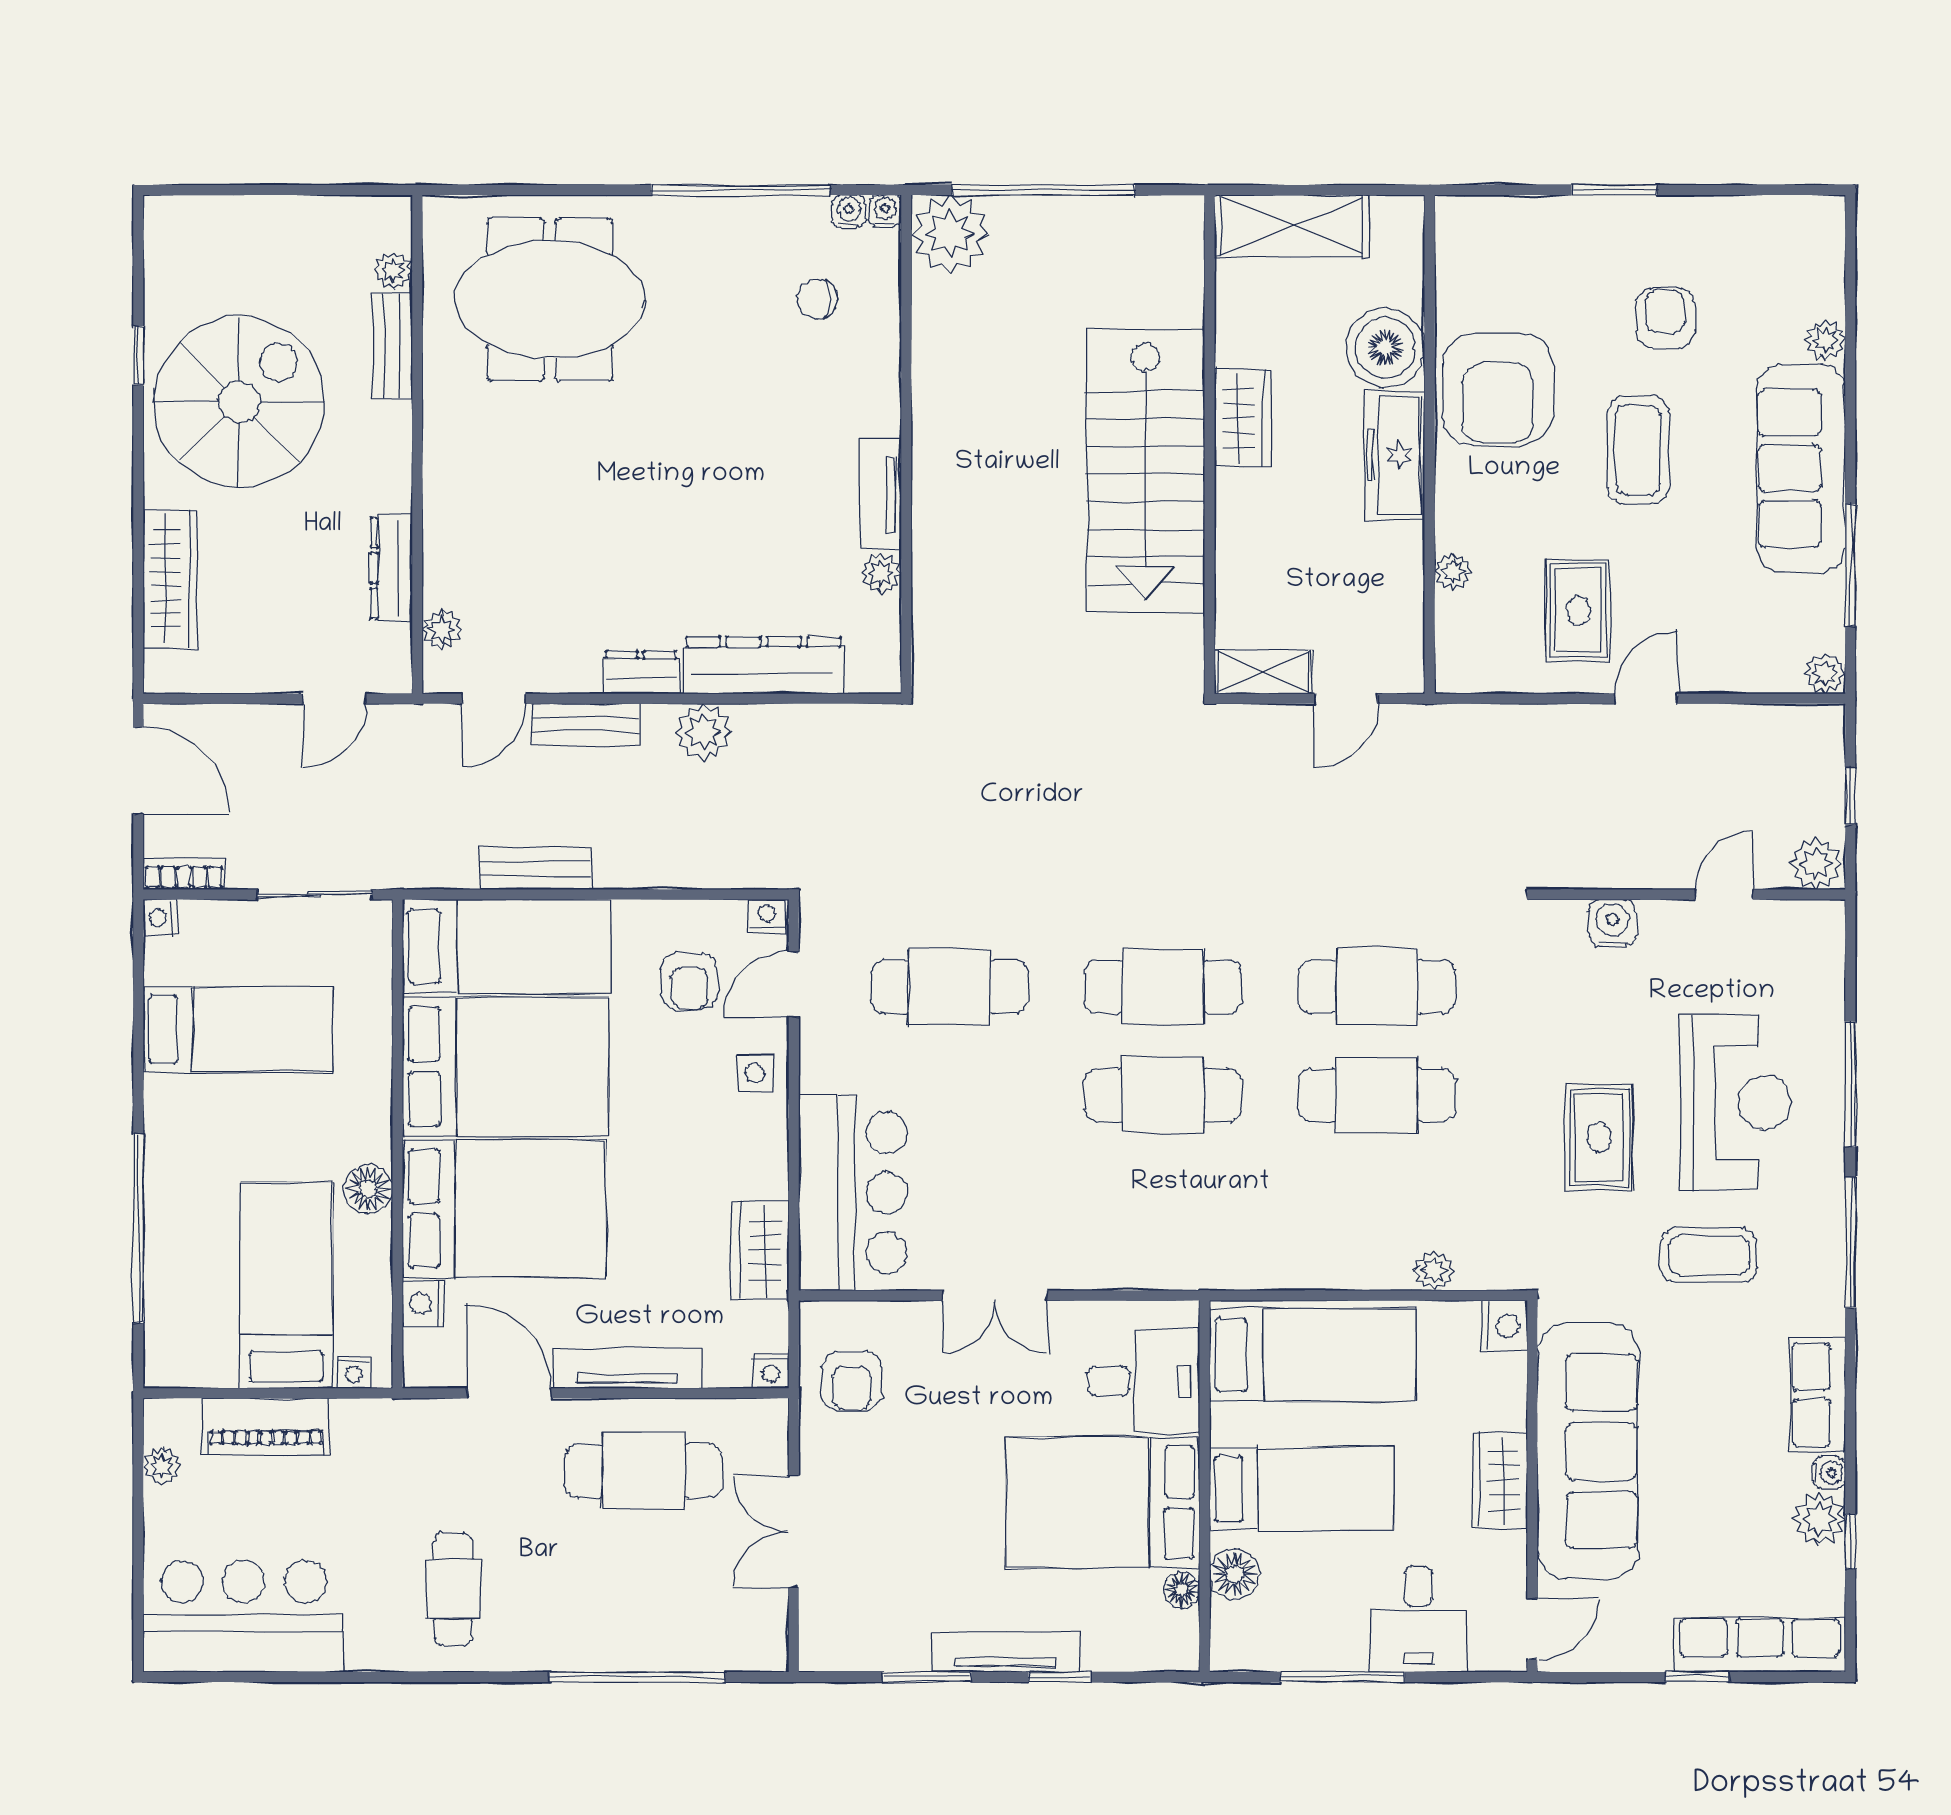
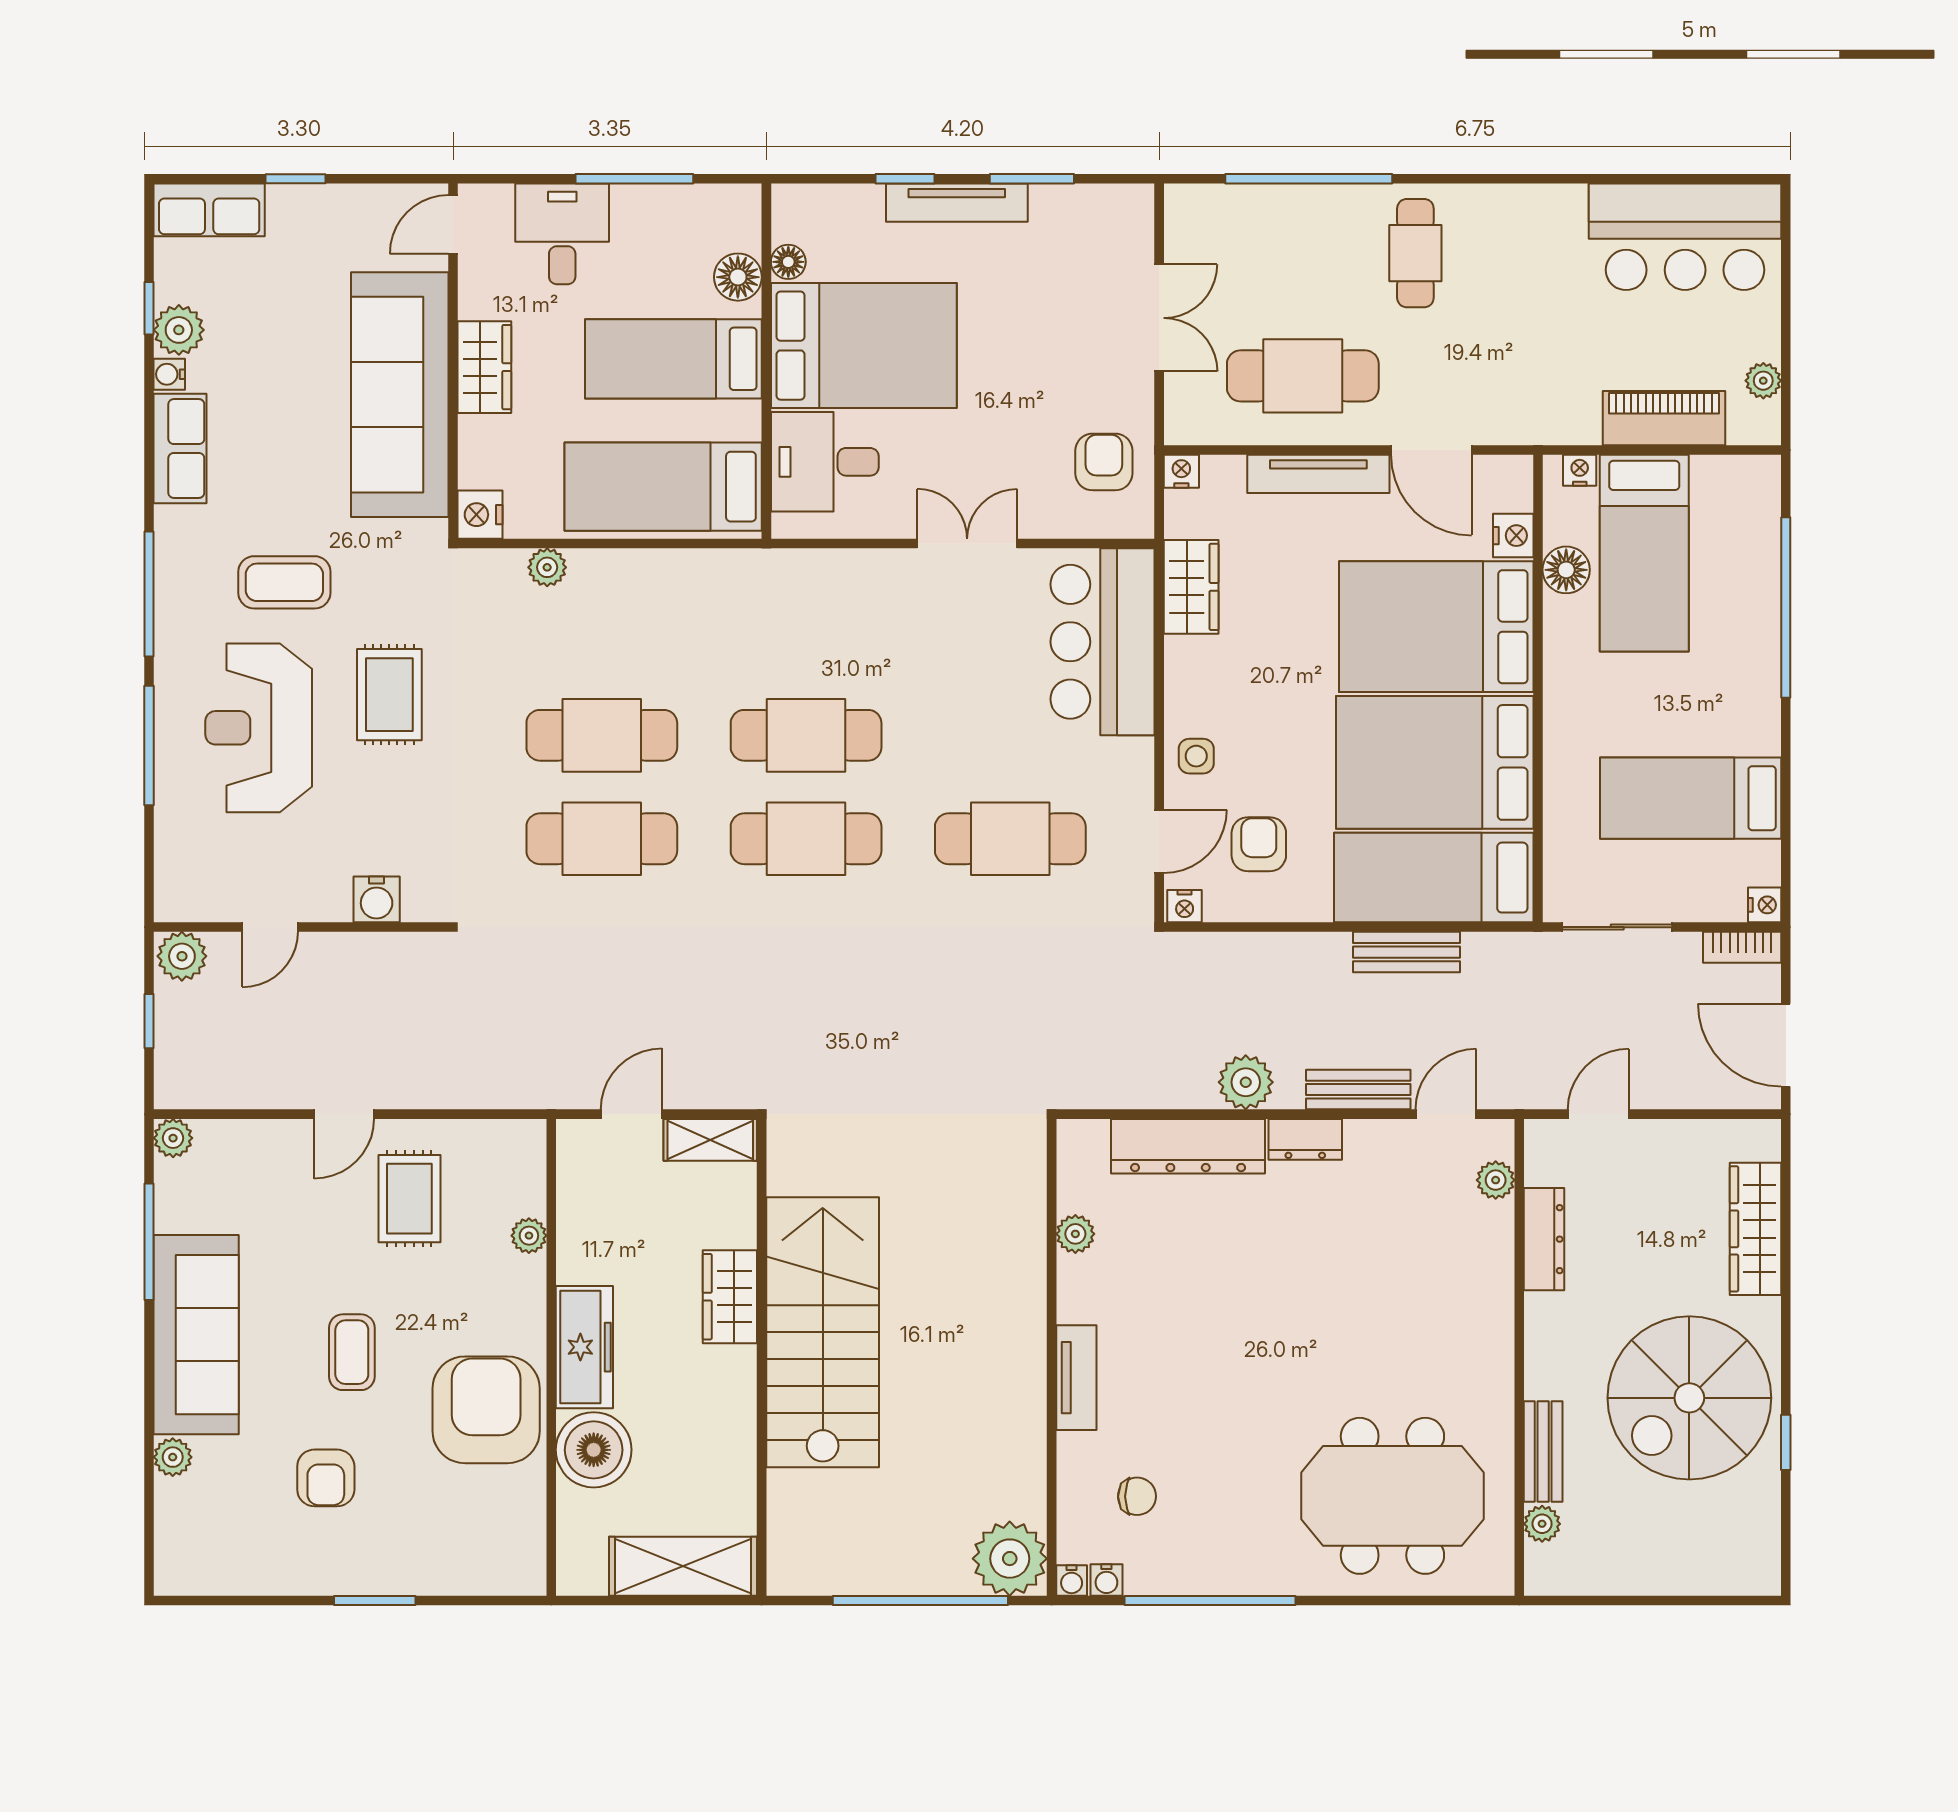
wardrobe: (1243, 418) -> (730, 1297), moved
coffee table: (1638, 450) -> (352, 1352), width x0.73, depth x0.77
tv unit: (880, 495) -> (1076, 1378), moved
floor lamp: (368, 1189) -> (1566, 570), moved
cafe table: (453, 1589) -> (1415, 253), moved
row of seats: (1760, 1644) -> (209, 210), width x0.68

